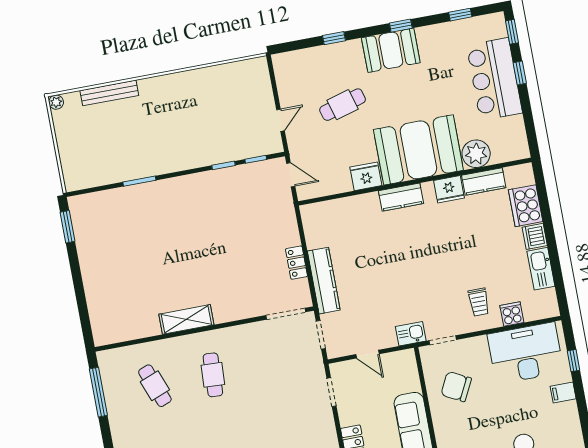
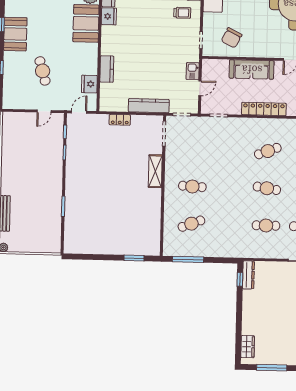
door: (281, 120) -> (44, 111), swing flipped
booth: (418, 150) -> (86, 23), width x0.73, depth x0.70
fridge: (366, 176) -> (89, 84), moved
kitchen counter: (401, 197) -> (107, 69), moved
window: (67, 227) -> (134, 258), moved
locker: (296, 263) -> (120, 120), moved
shelving: (186, 319) -> (155, 171), moved
kitchen sink: (411, 334) -> (193, 71), moved

